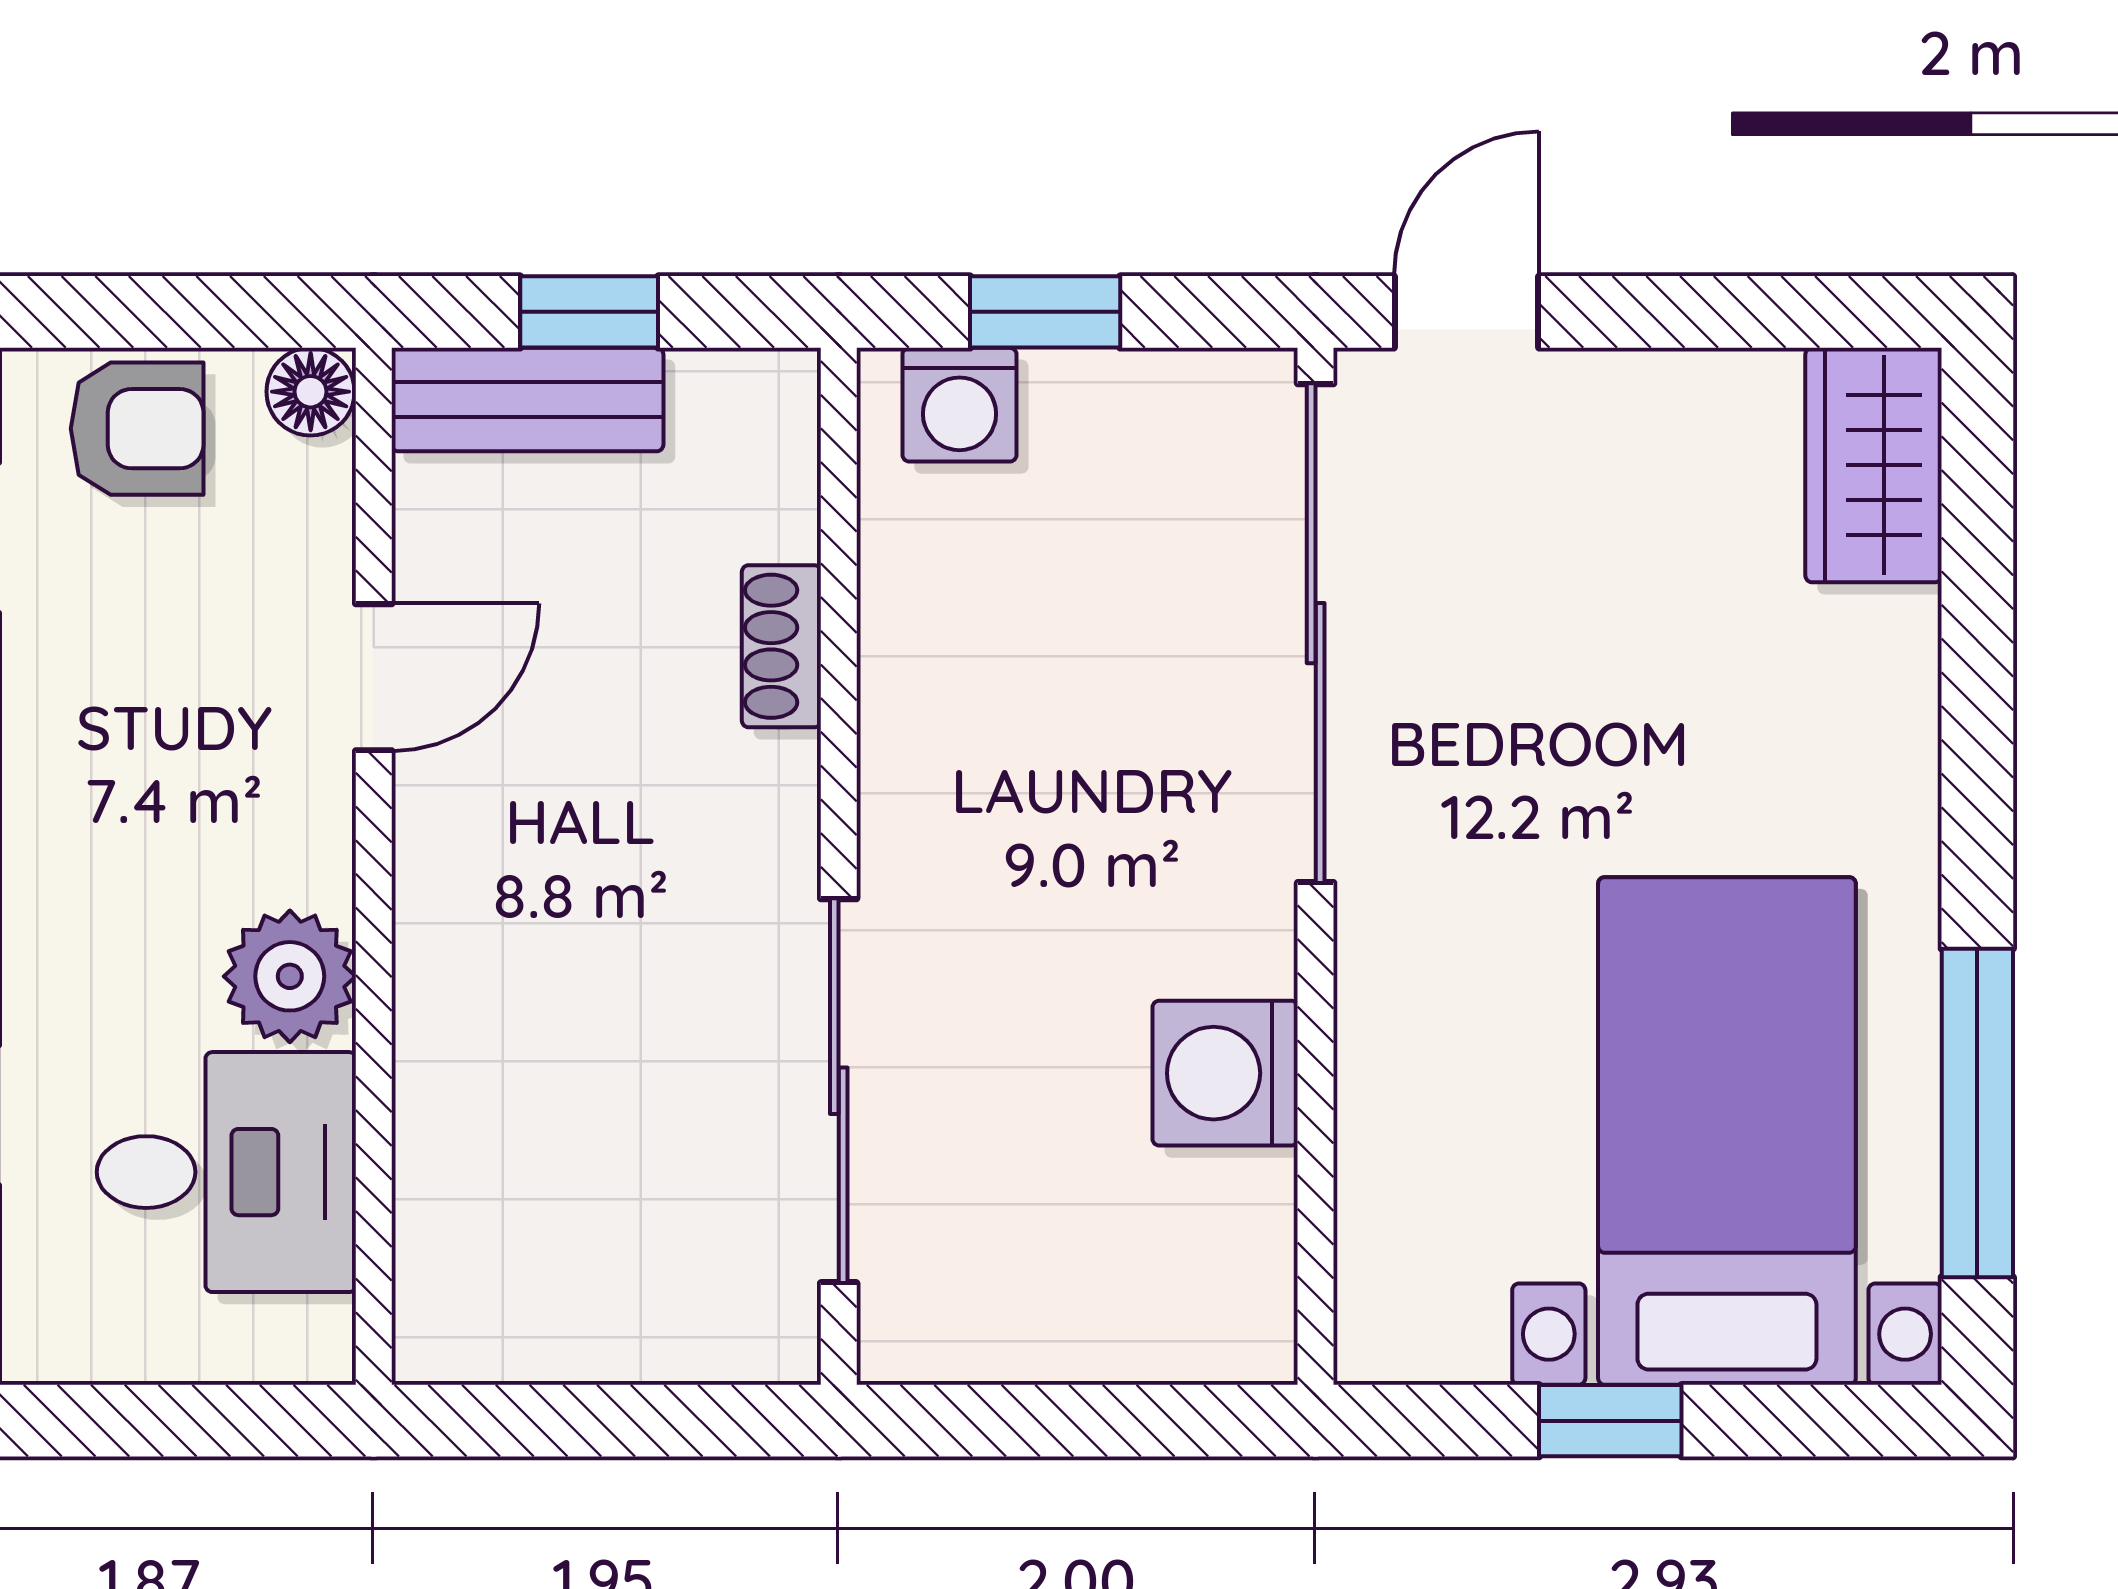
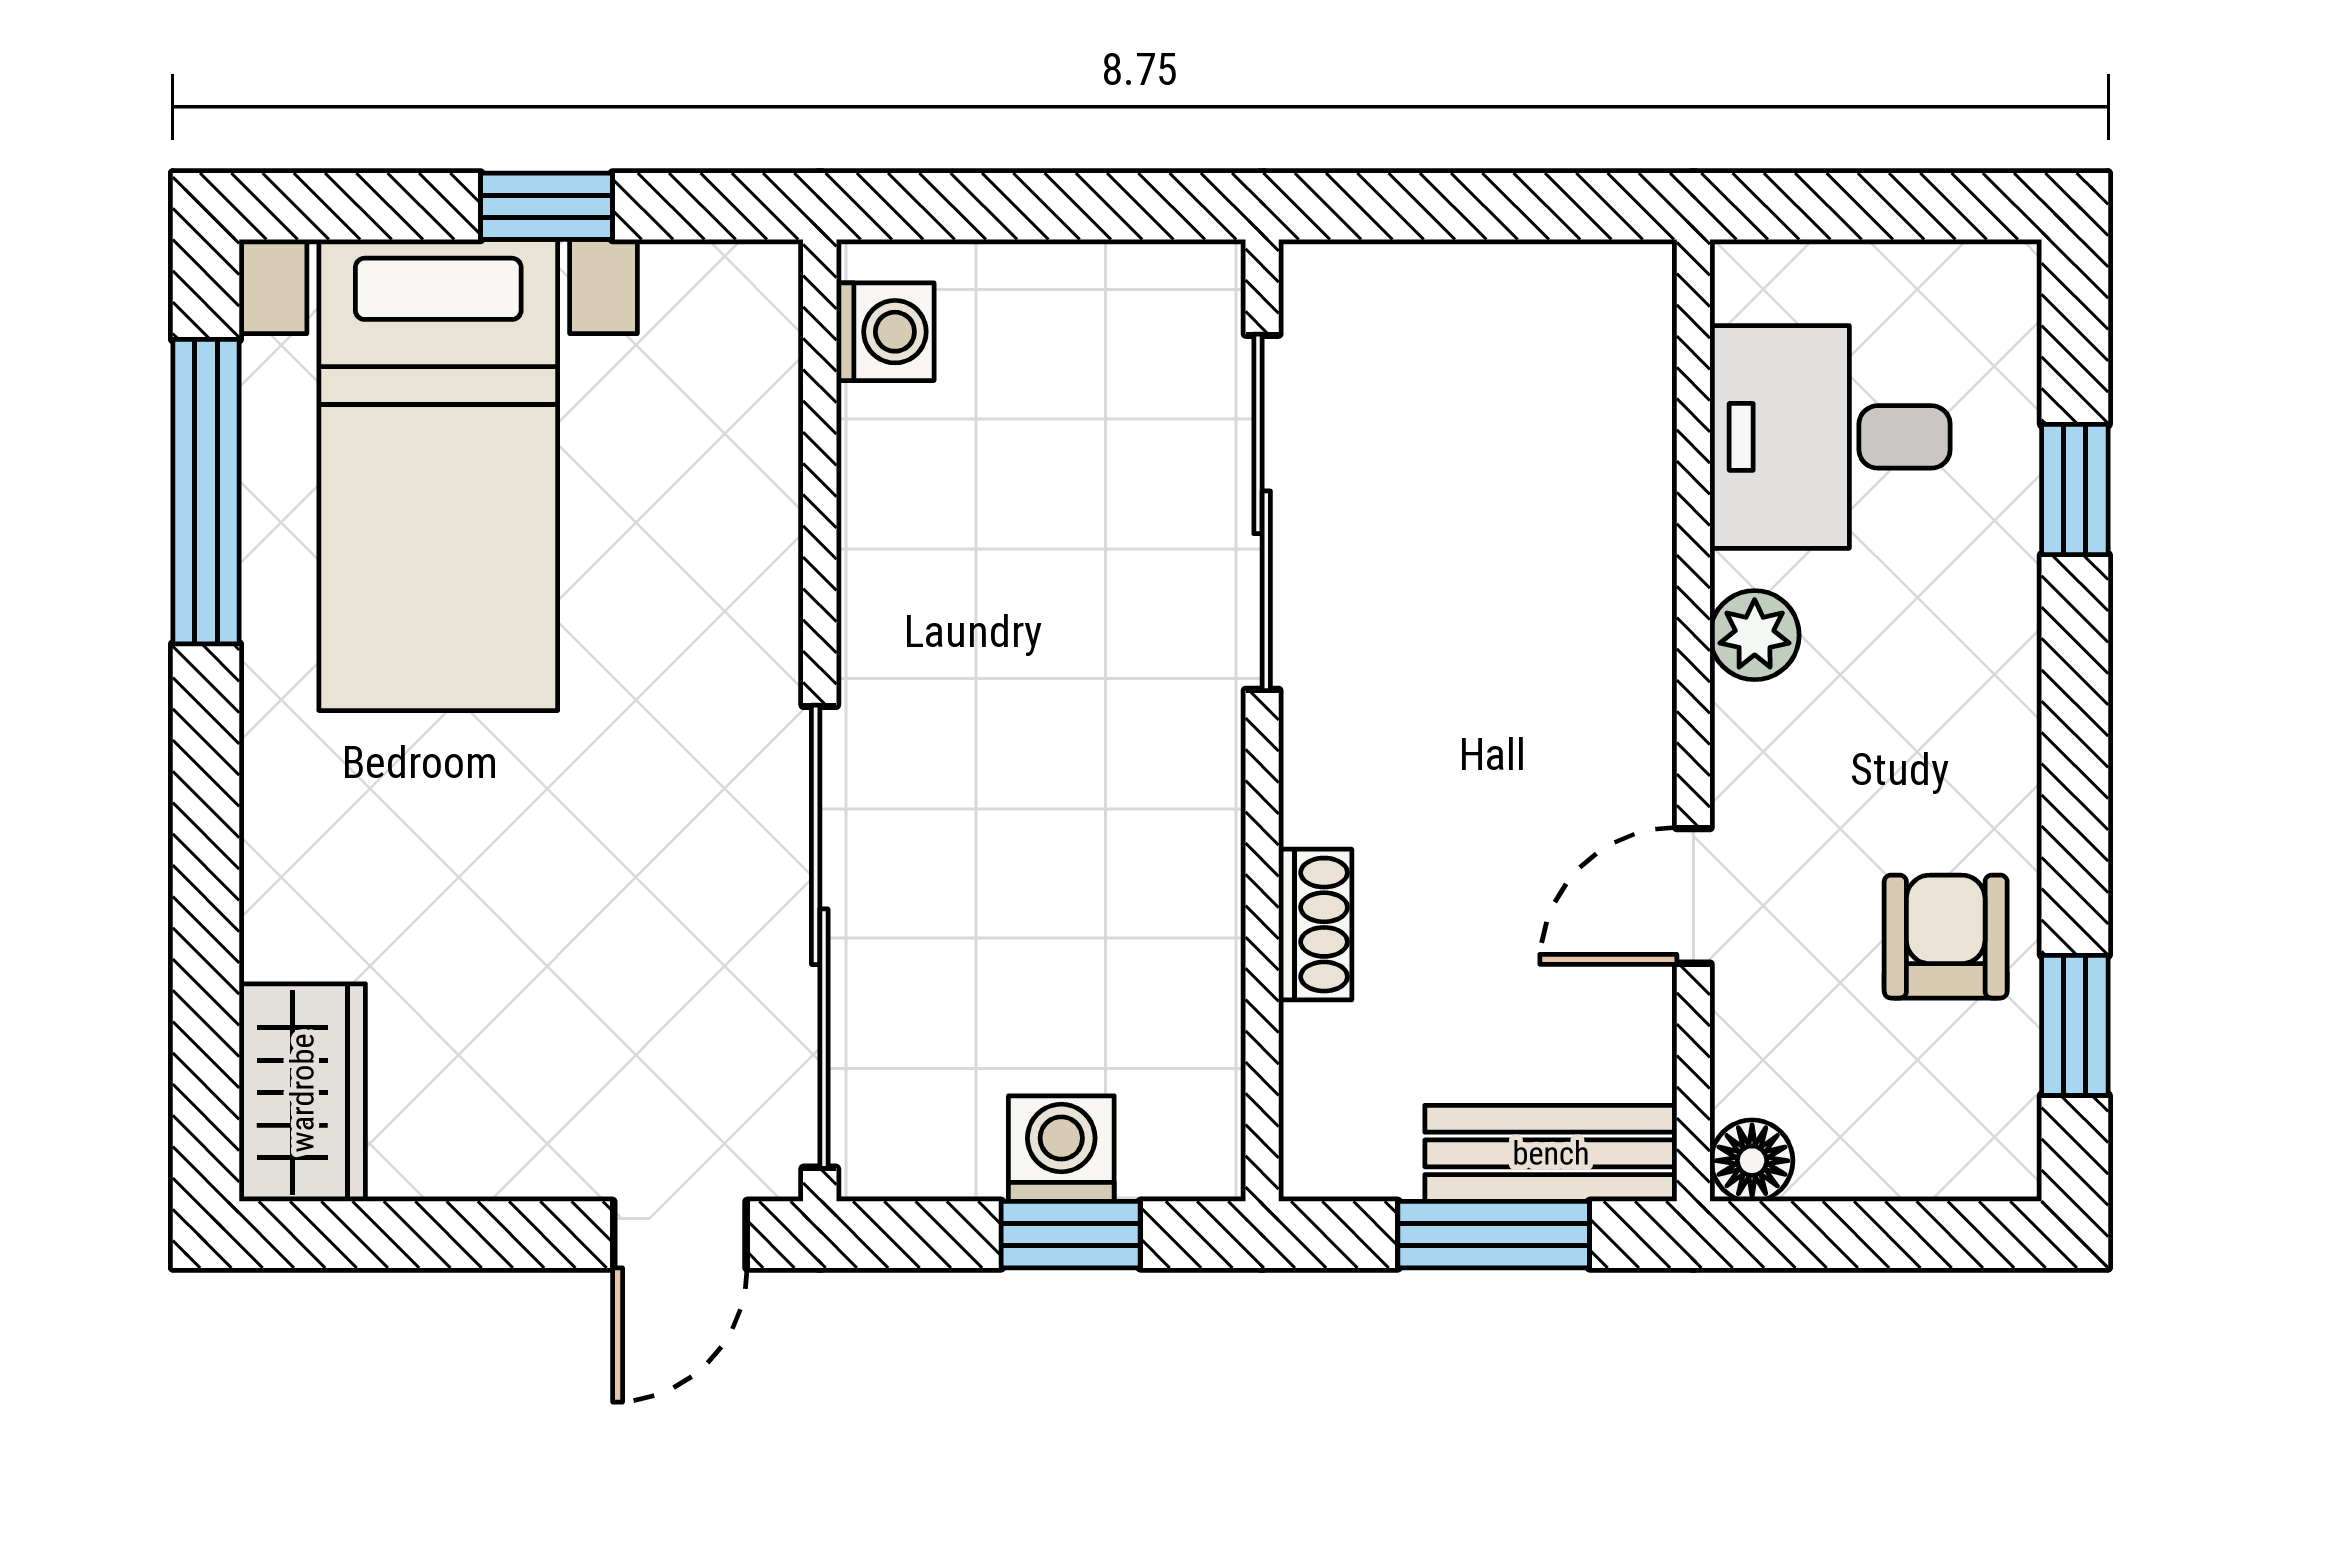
window: (589, 312) -> (1494, 1235), width x1.50
washing machine: (960, 405) -> (1061, 1149), moved
armchair: (137, 429) -> (1946, 937), moved, turned 90
plant: (290, 976) -> (1755, 635), width x0.73, depth x0.73
washing machine: (1225, 1073) -> (885, 332), moved, width x0.73, depth x0.73

